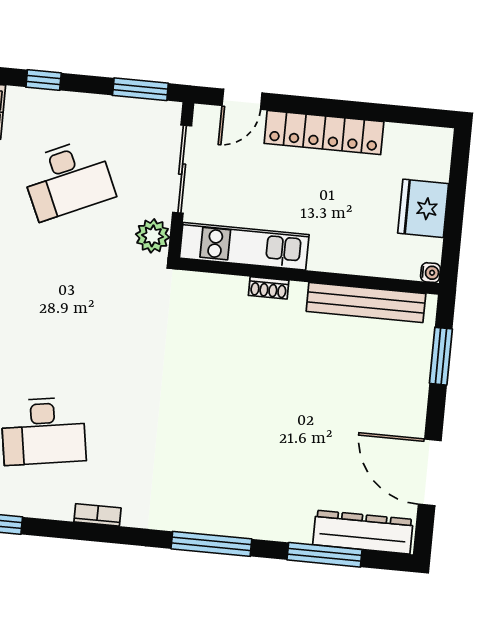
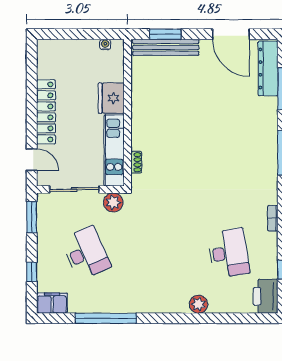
fridge: (423, 208) -> (111, 98), moved, turned 90
water cooler: (431, 273) -> (105, 45), moved
shoe rack: (269, 288) -> (136, 162), moved
bench: (366, 302) -> (166, 47), moved, turned 90
door: (430, 472) -> (231, 34), hinge flipped

